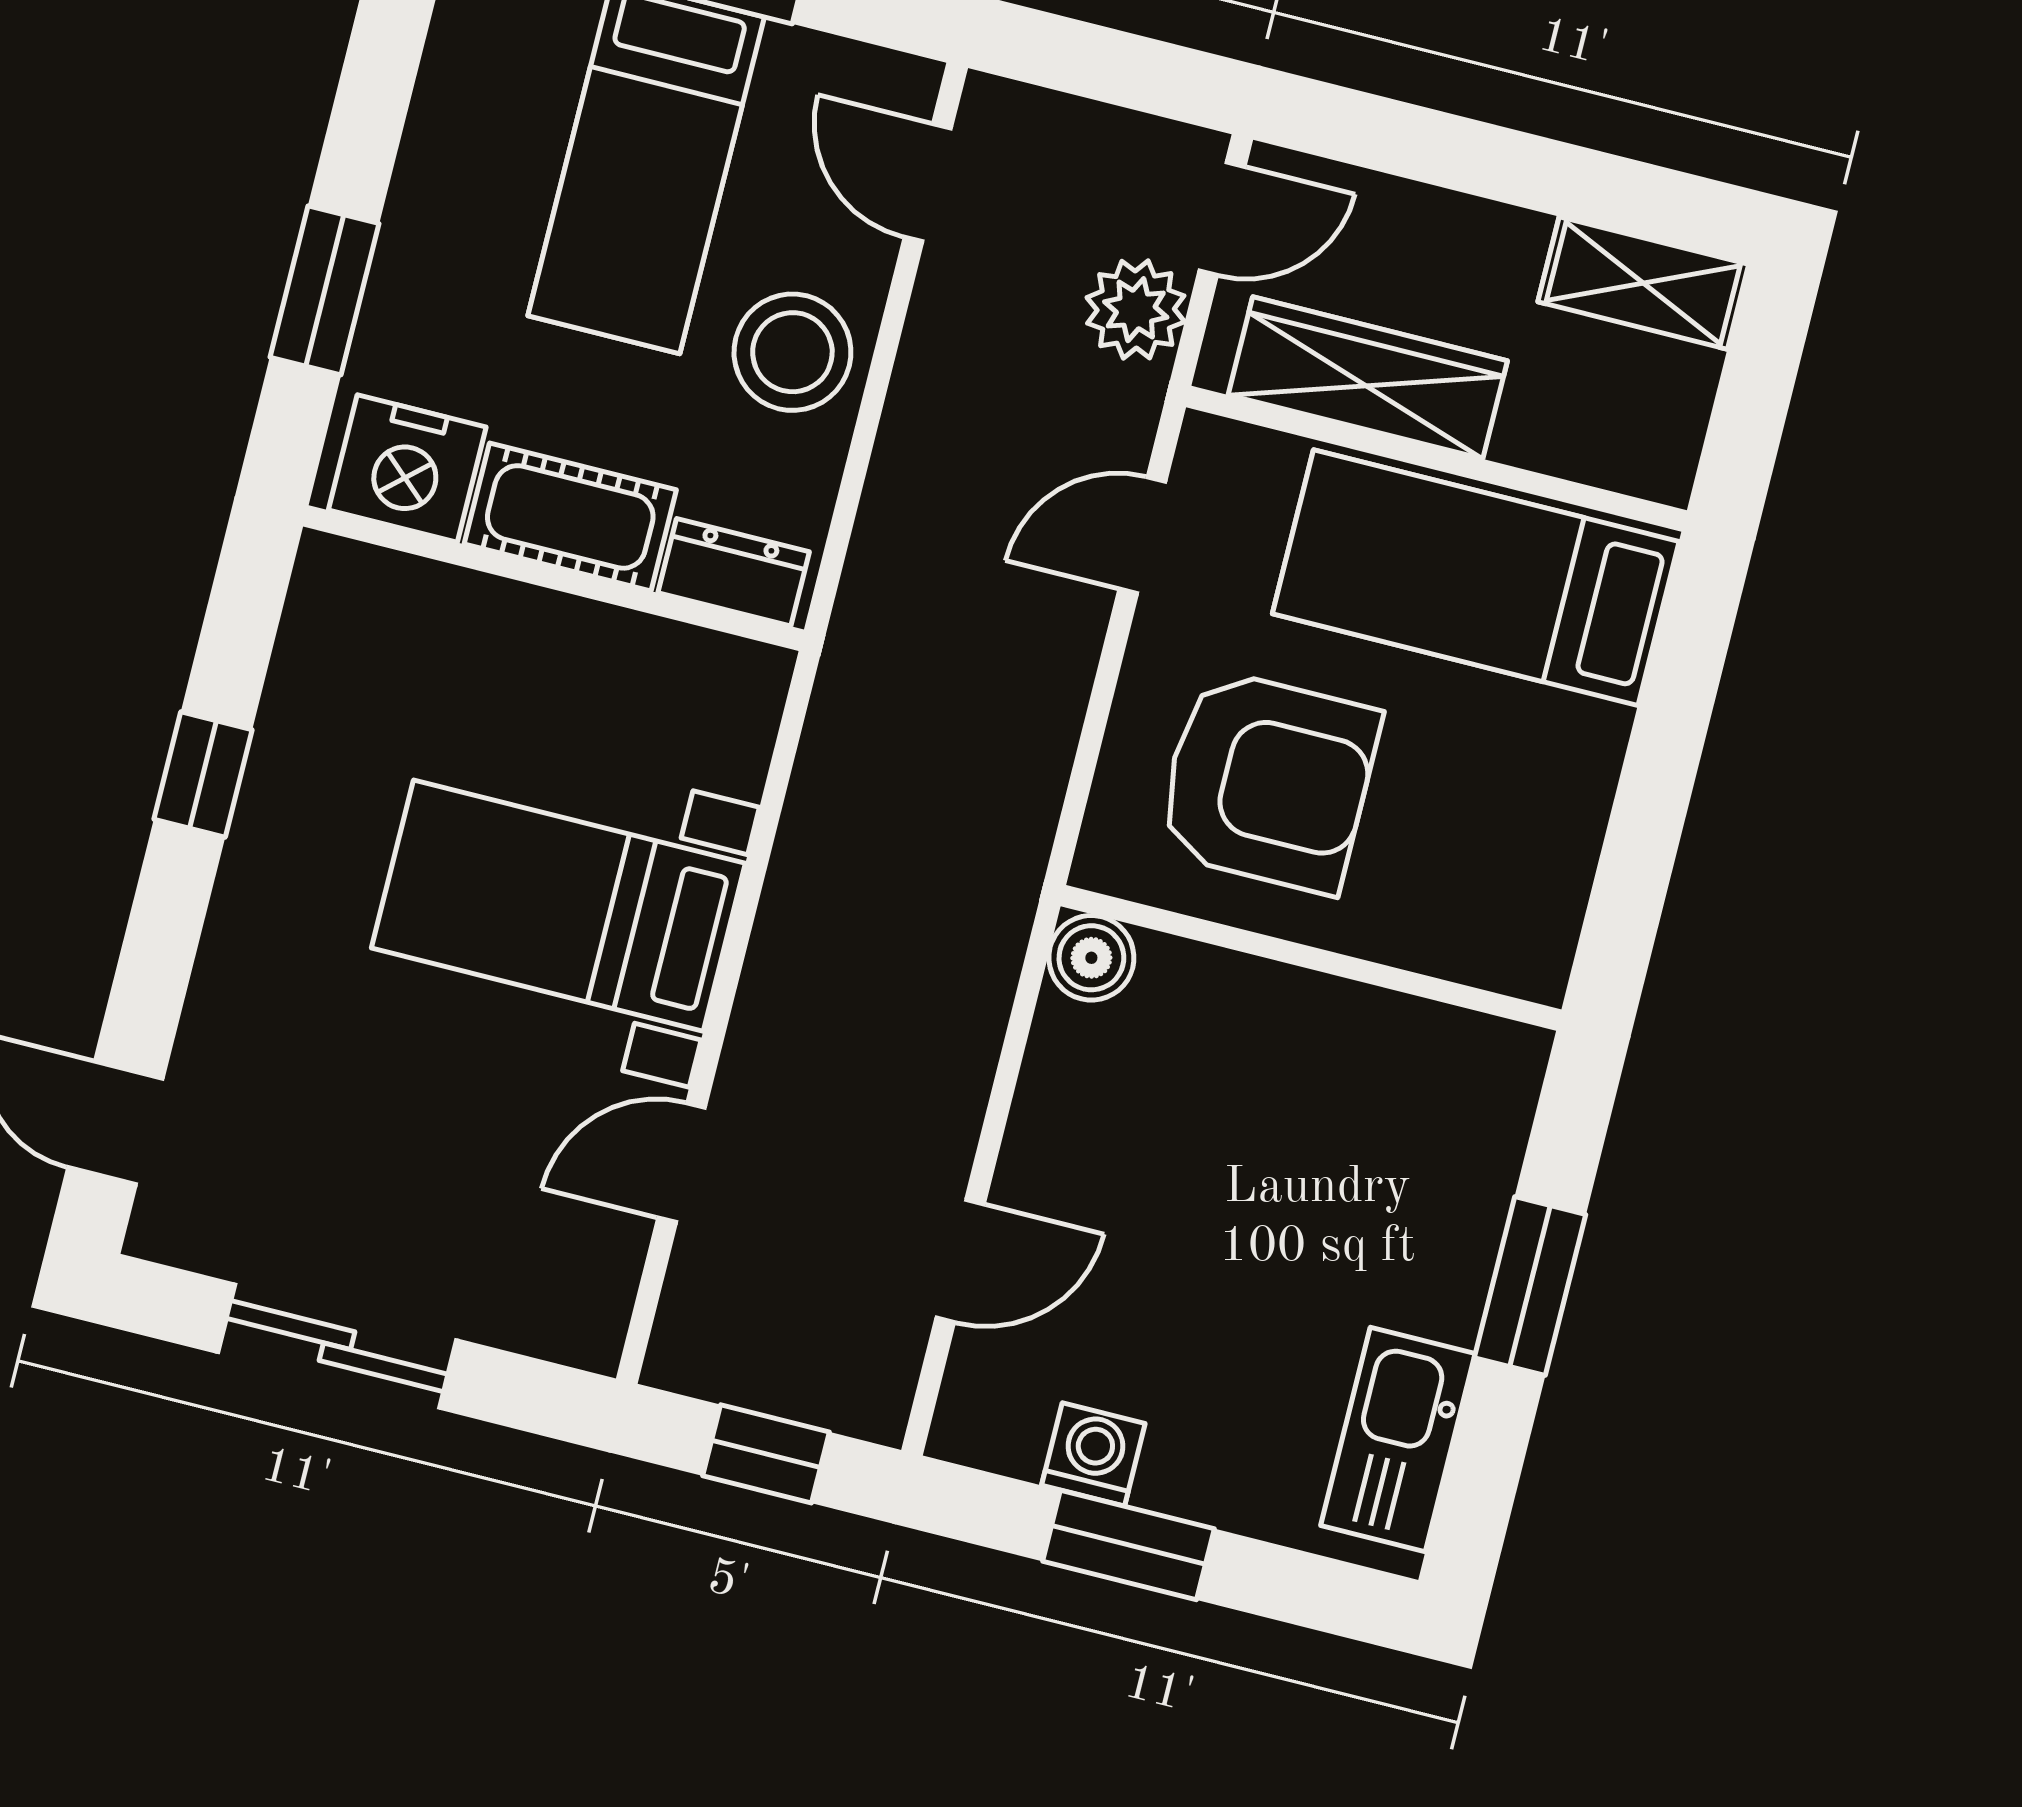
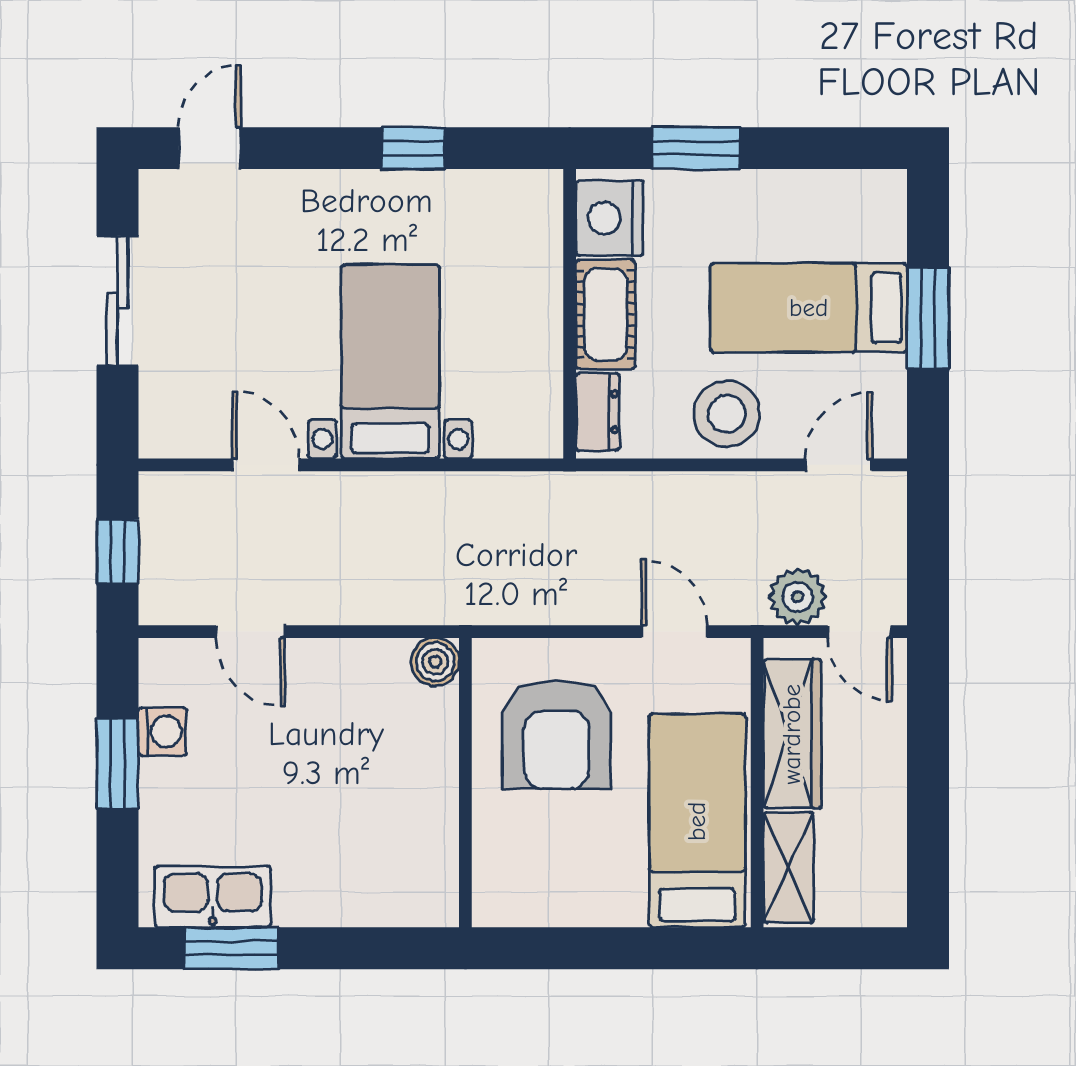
shelving: (1643, 283) -> (788, 868), moved
window: (1530, 1286) -> (232, 948), moved

